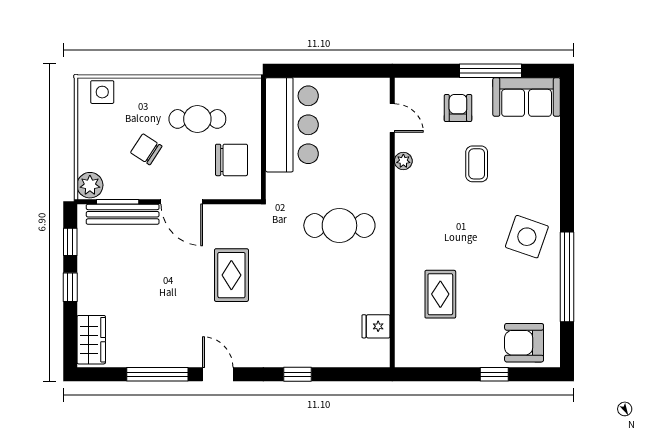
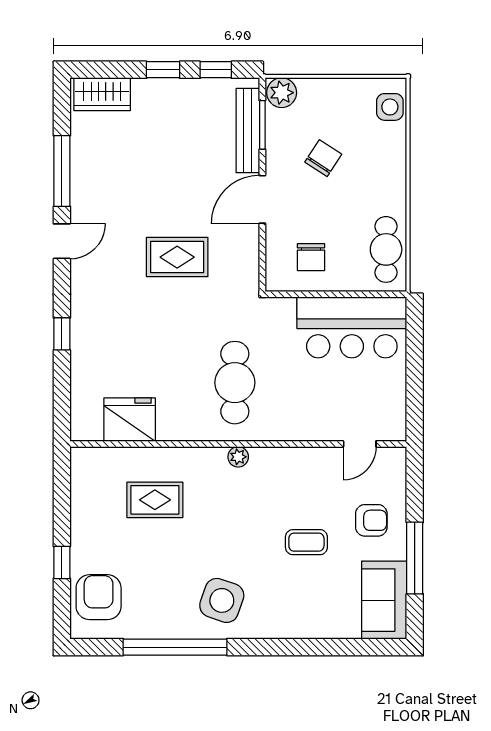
cafe table: (197, 119) -> (386, 249), moved
chair: (231, 160) -> (311, 257), width x0.73, depth x0.73
plant: (403, 161) -> (238, 457), moved
fridge: (376, 326) -> (130, 420), width x1.88, depth x1.34

